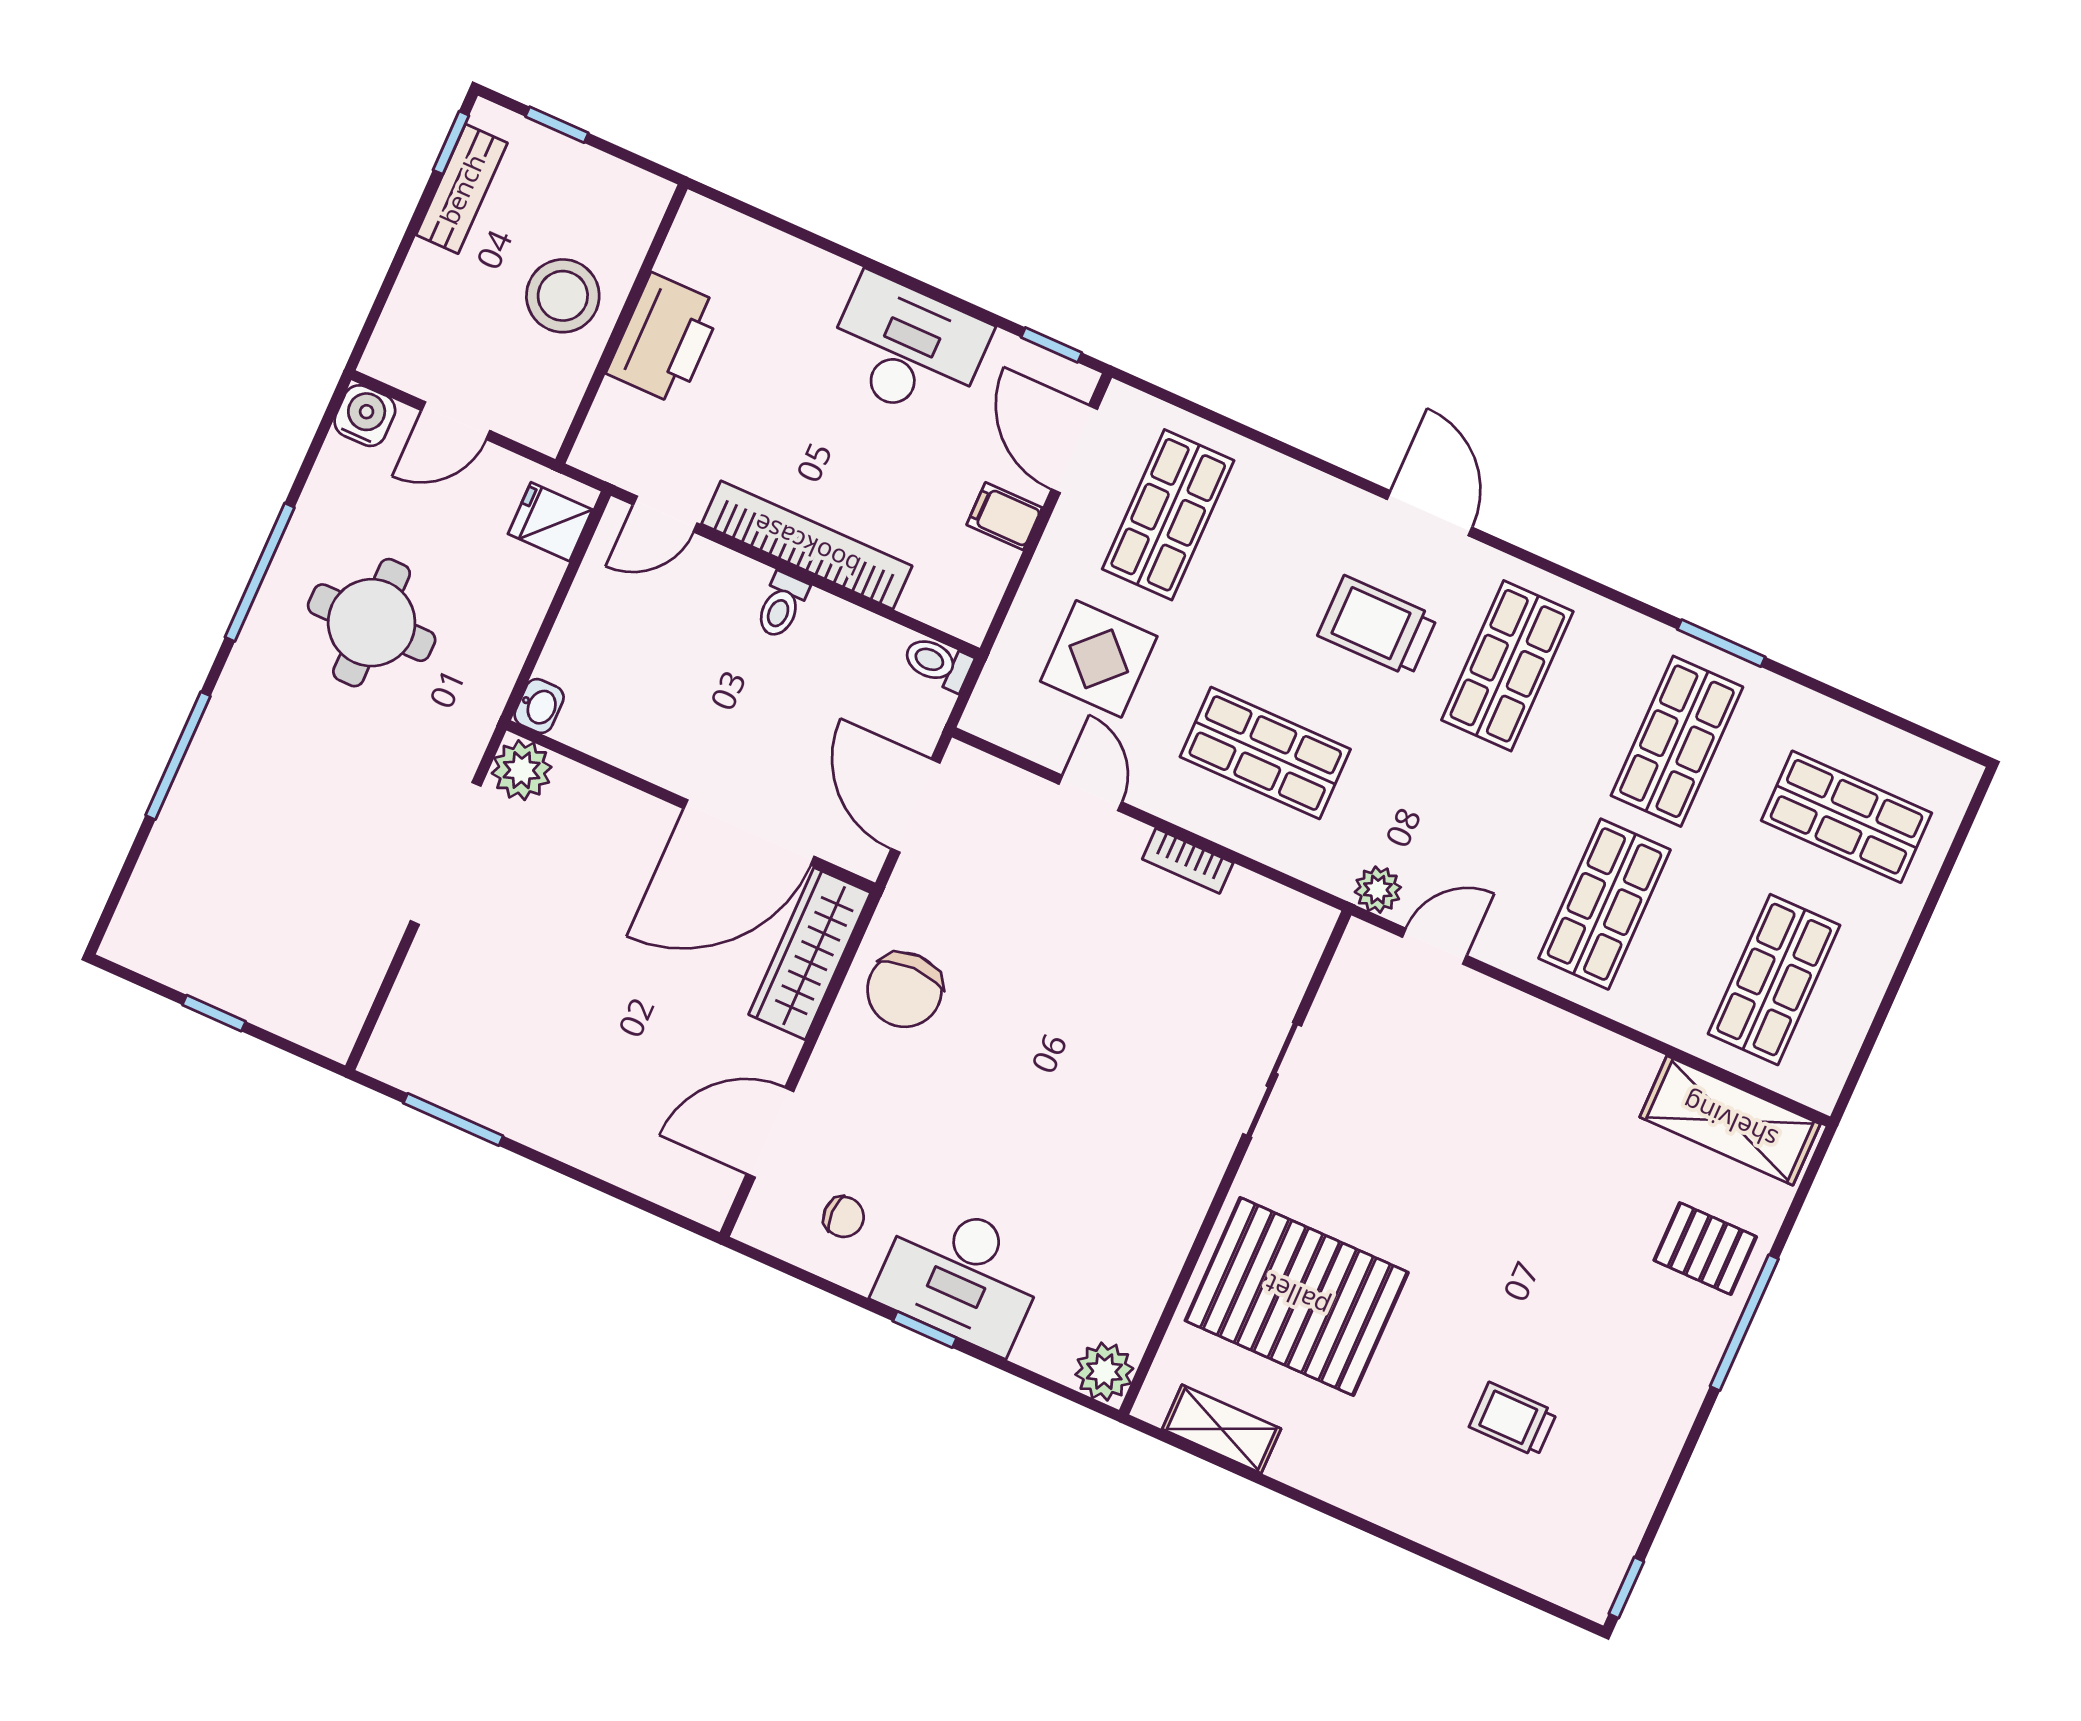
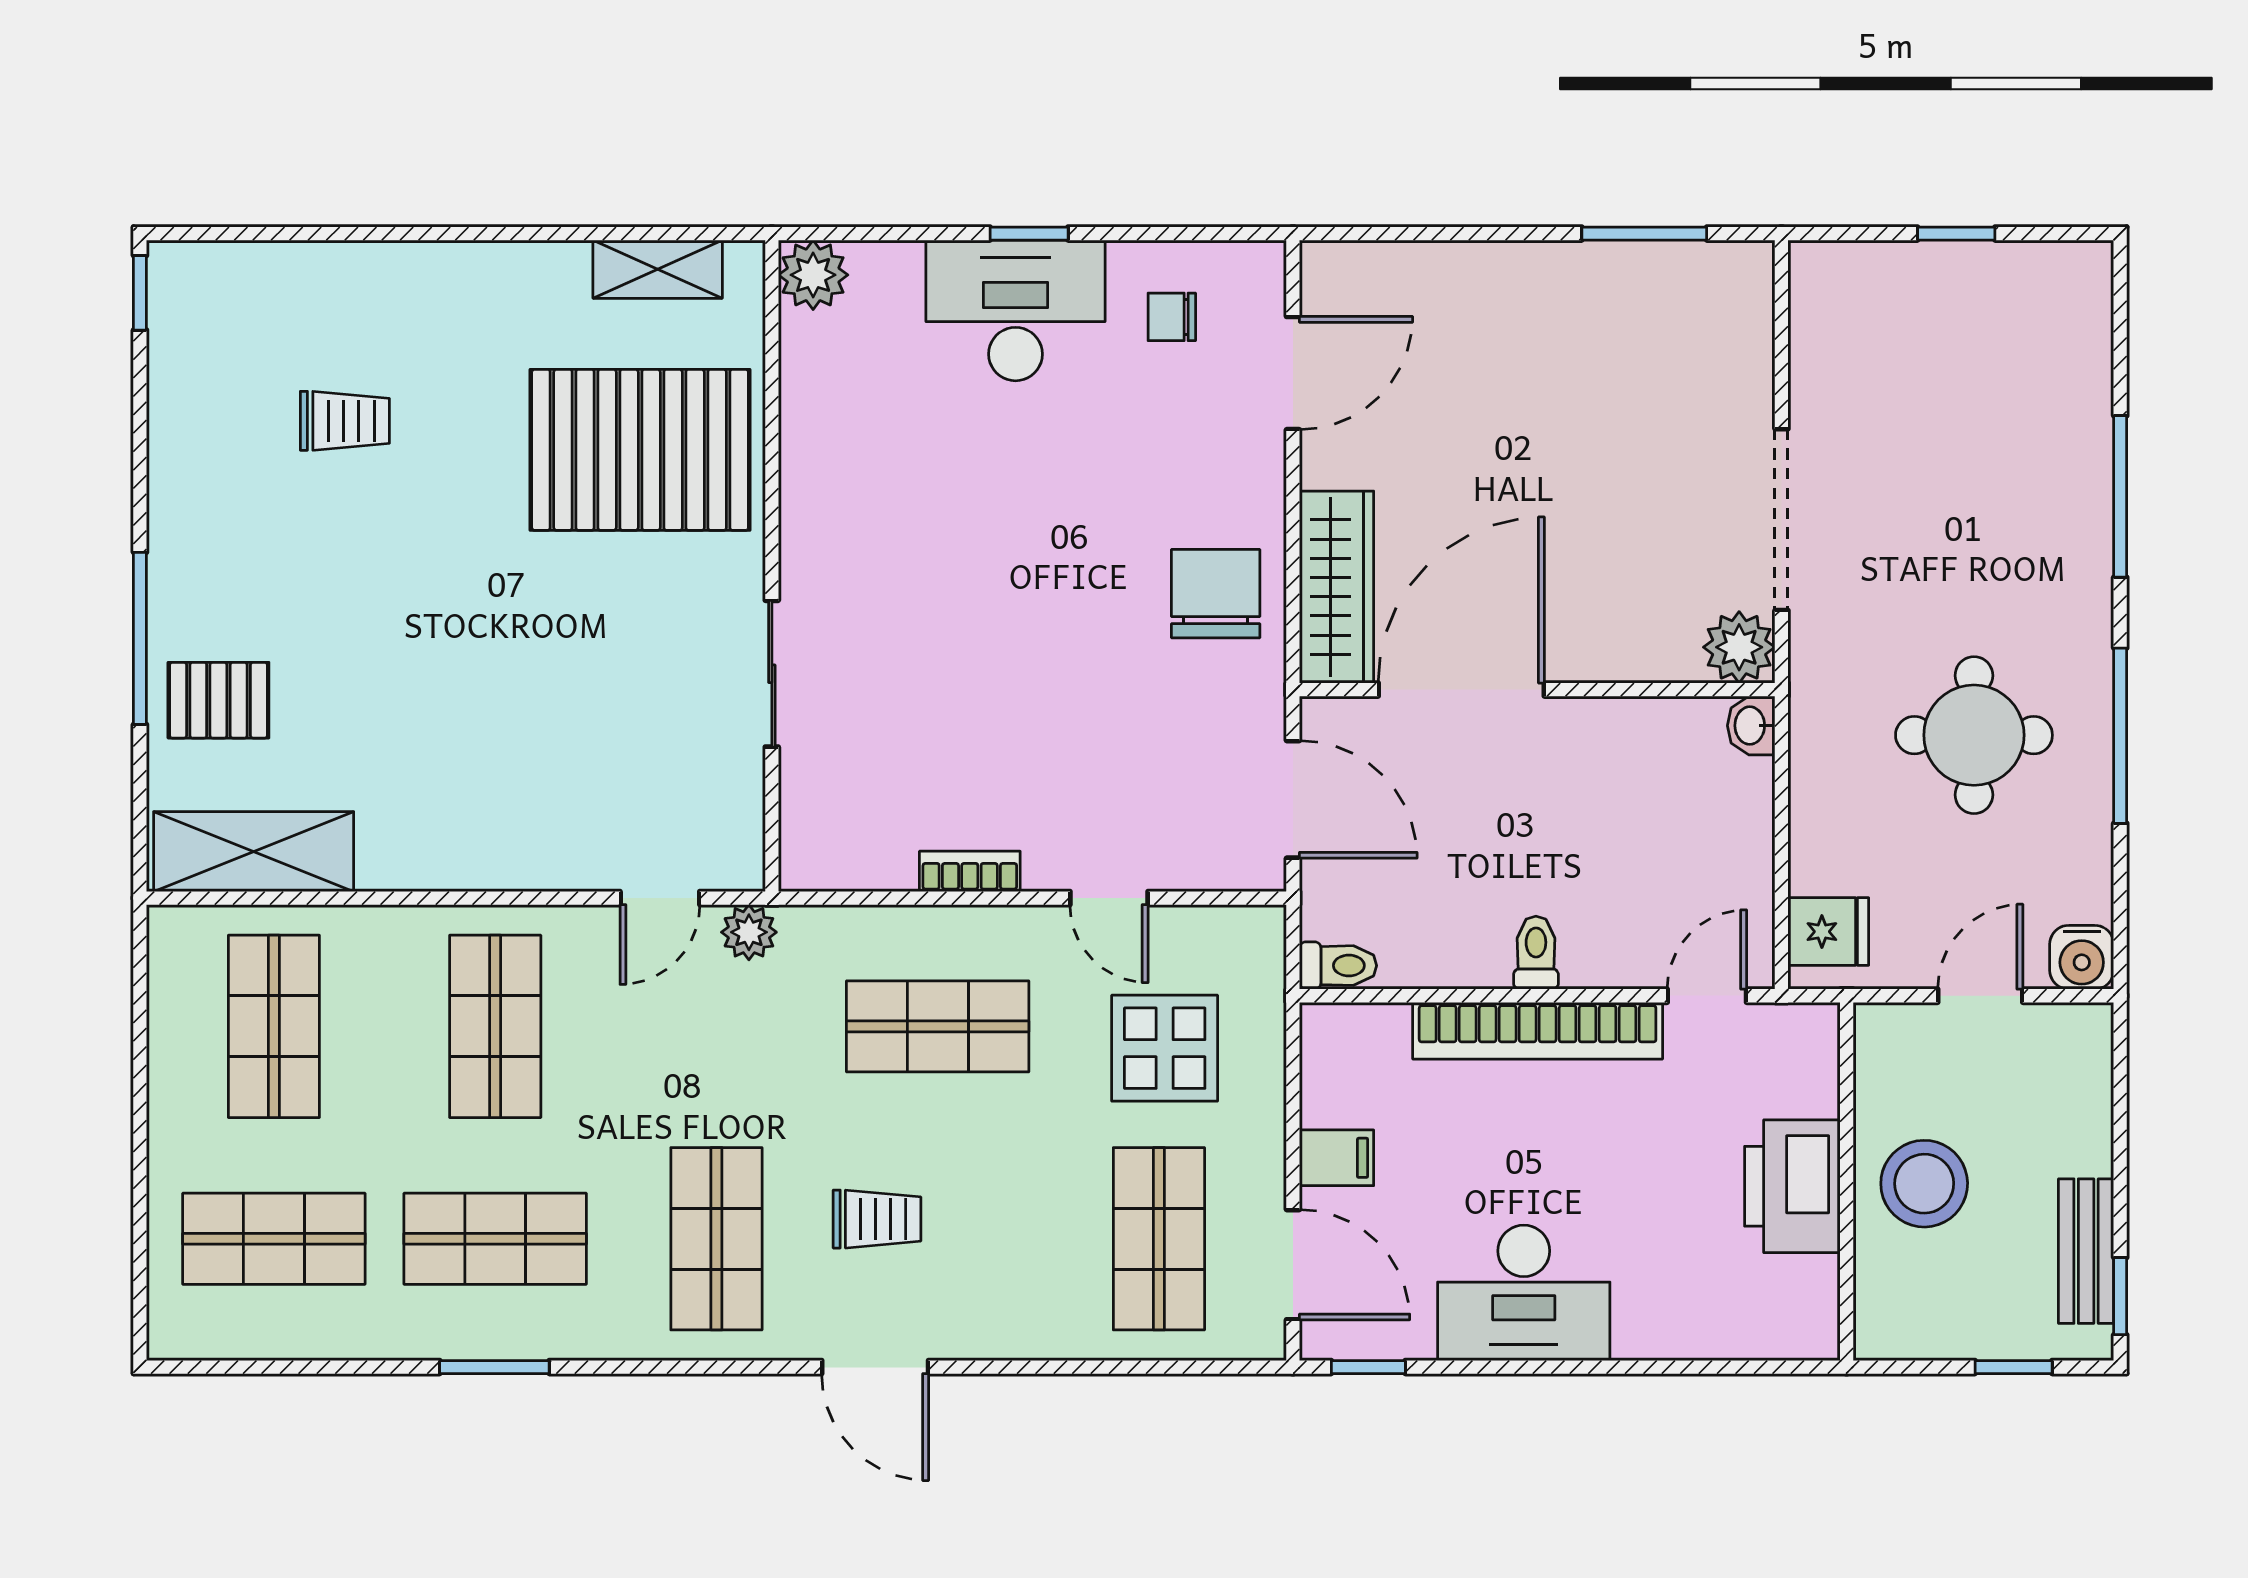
trolley: (1378, 626) -> (877, 1219), width x0.73, depth x0.72
shop shelf: (1677, 741) -> (495, 1239), turned 90

